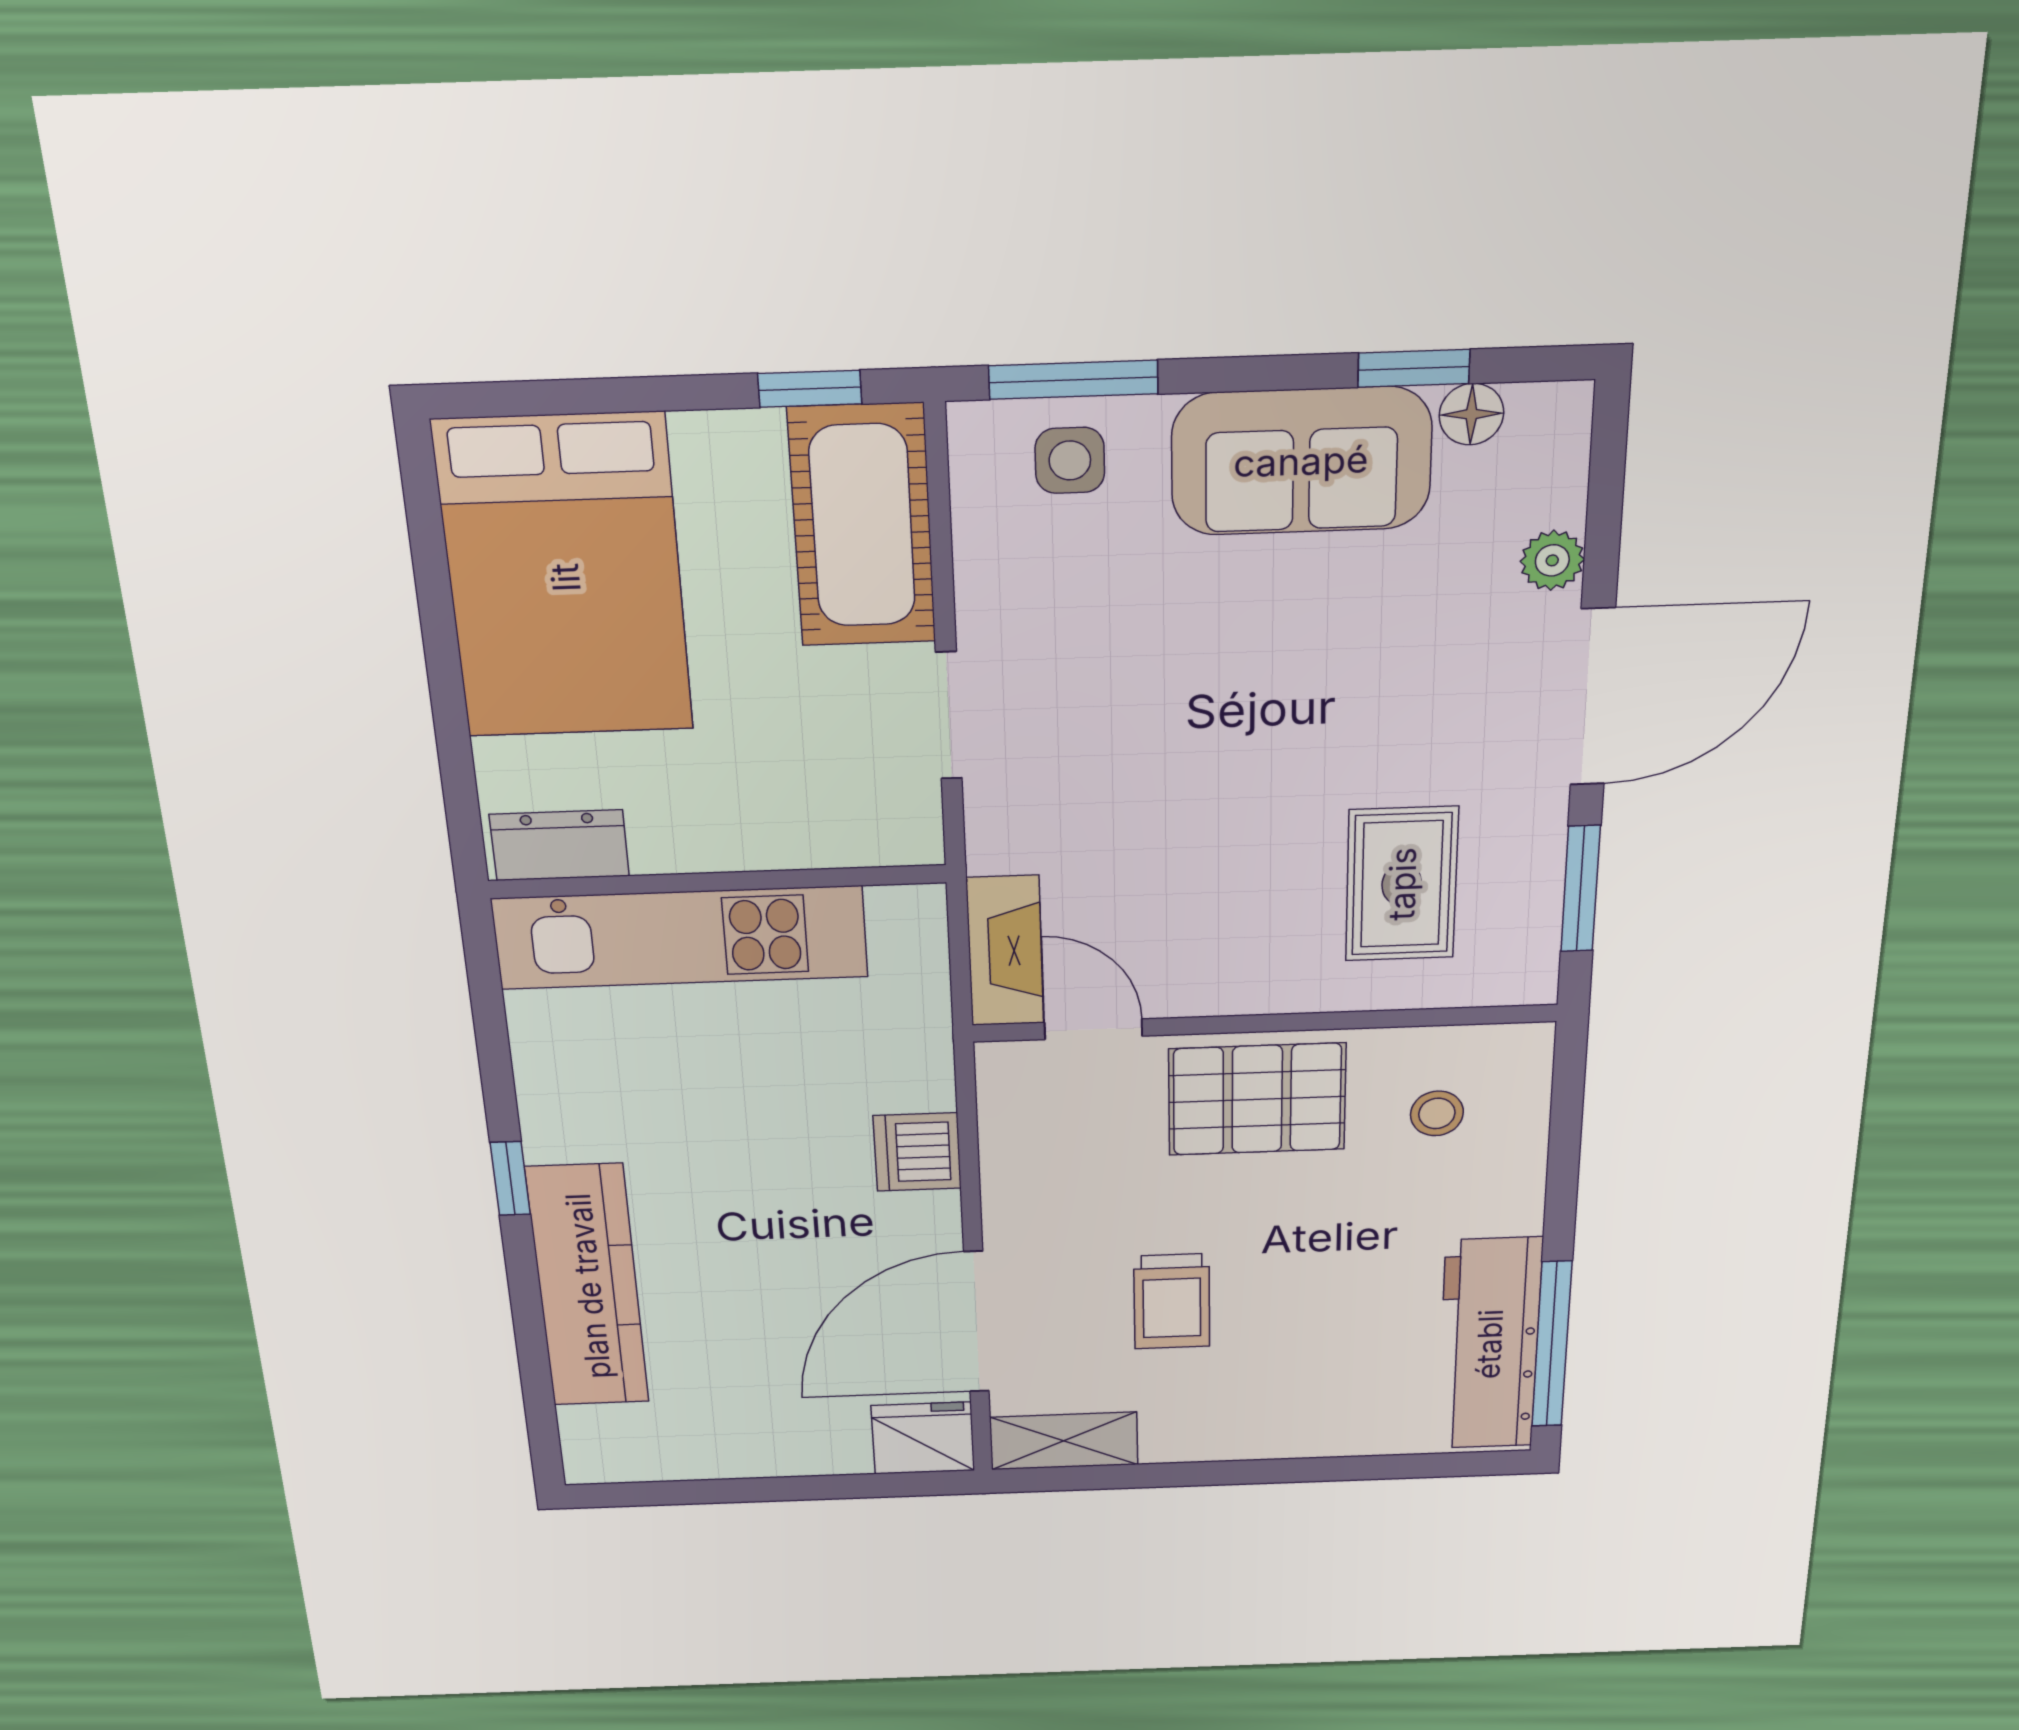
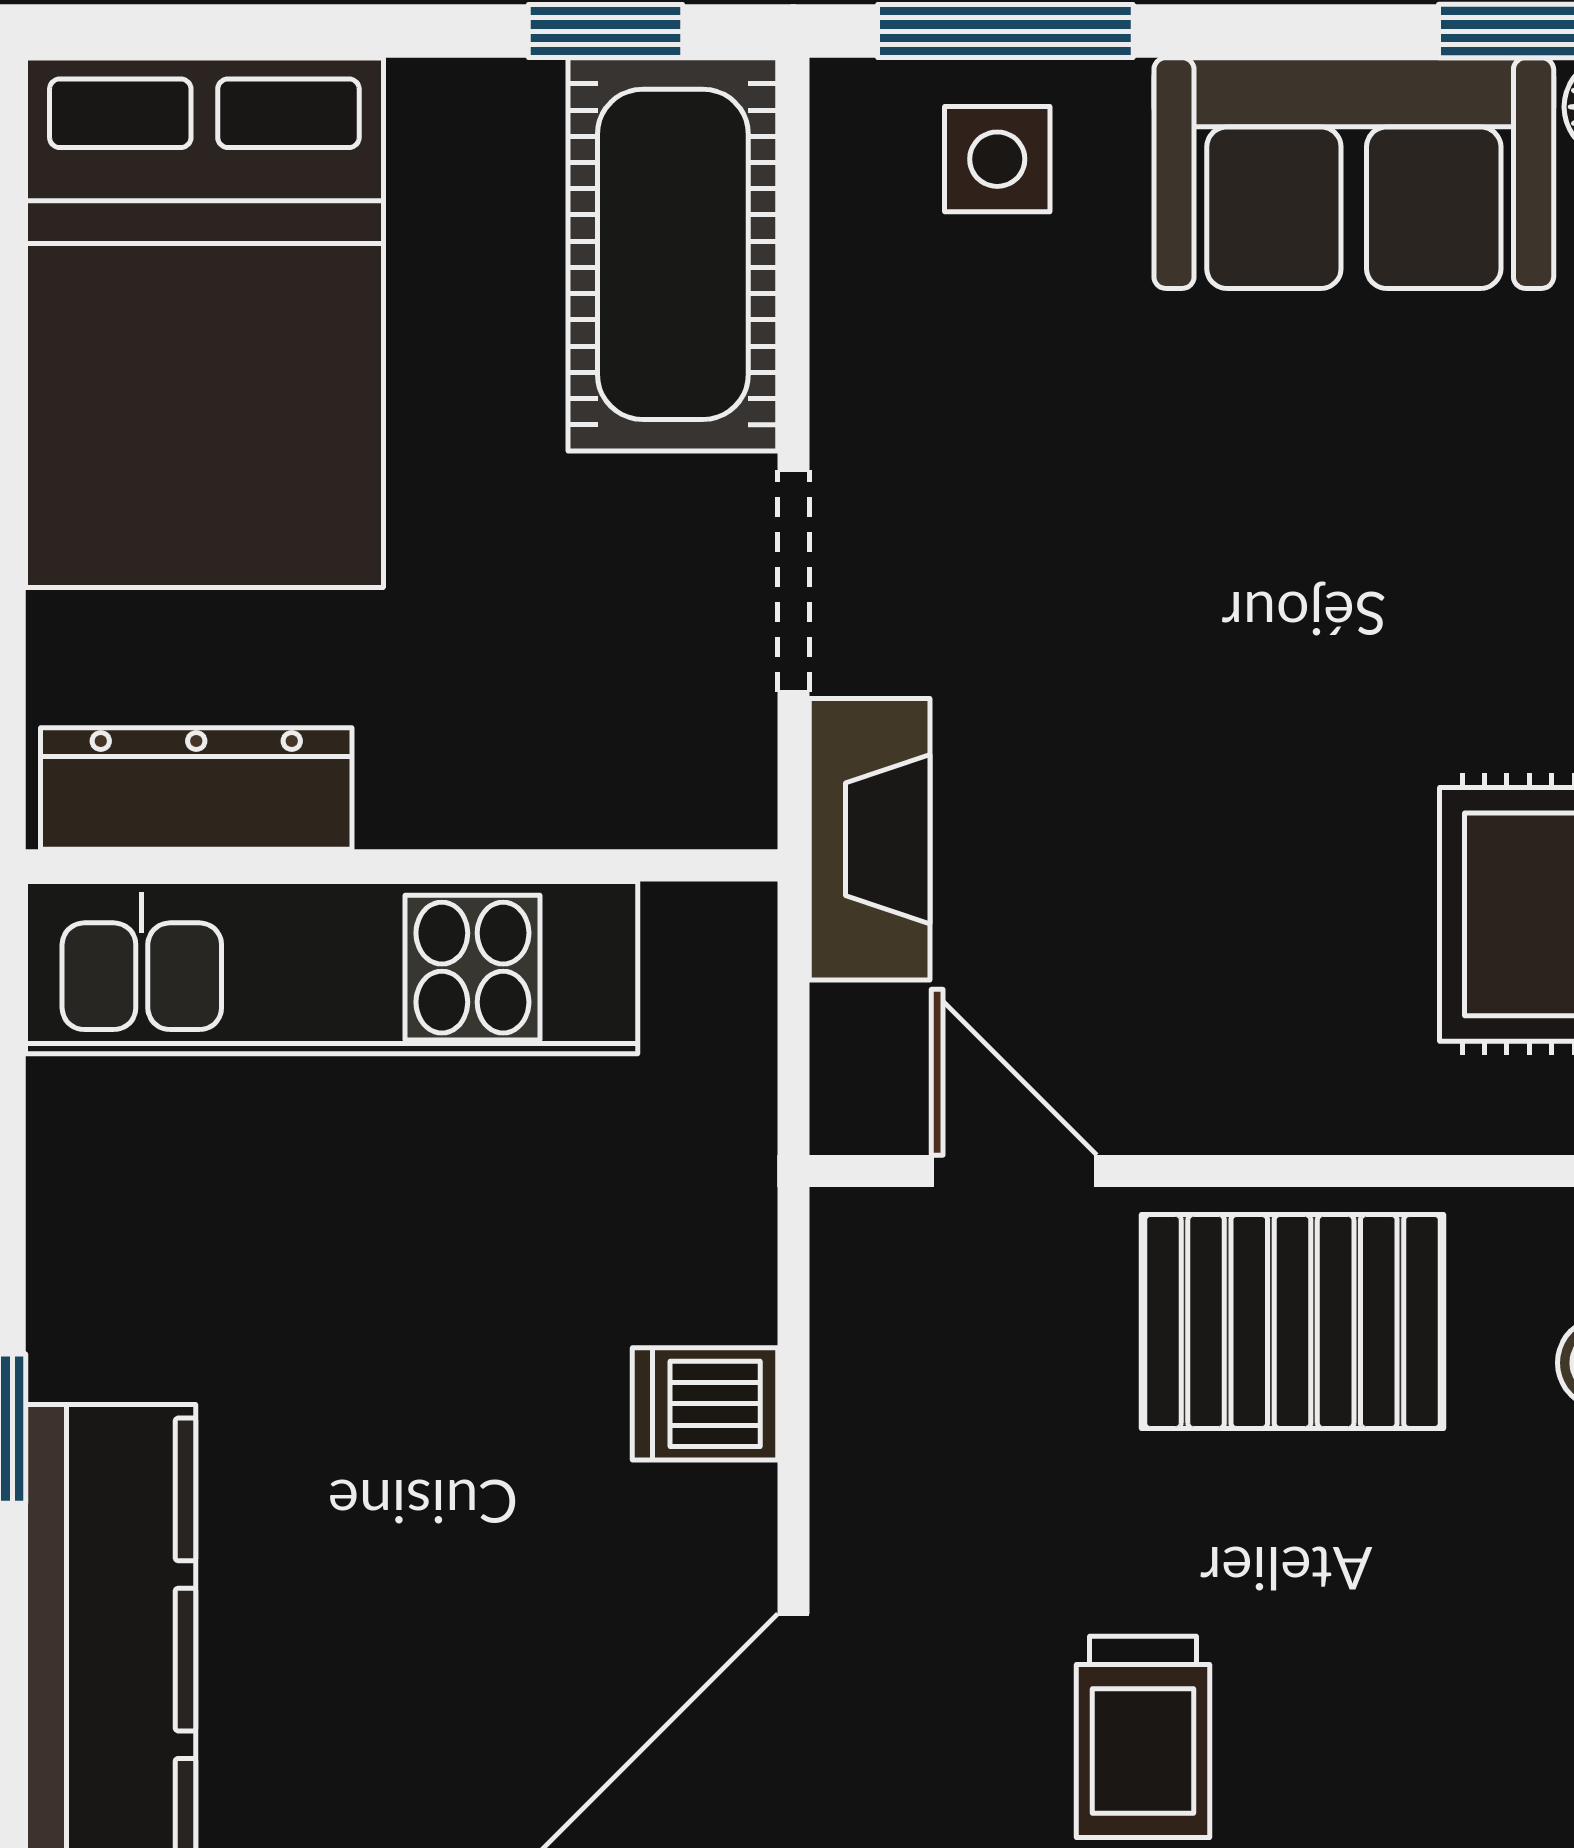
dresser: (559, 845) -> (196, 789), width x1.44
fireplace: (1005, 951) -> (870, 839), moved
dishwasher: (917, 1152) -> (705, 1404), width x0.73

